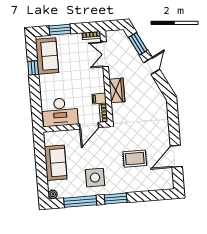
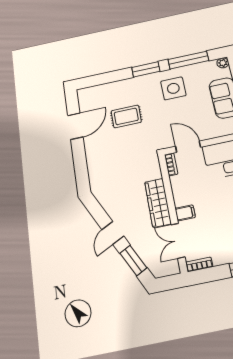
double door: (105, 54) -> (178, 241), swing flipped
wardrobe: (117, 90) -> (158, 203), width x1.50
filing cabinet: (99, 99) -> (185, 213), moved
door: (89, 126) -> (188, 147), hinge flipped

